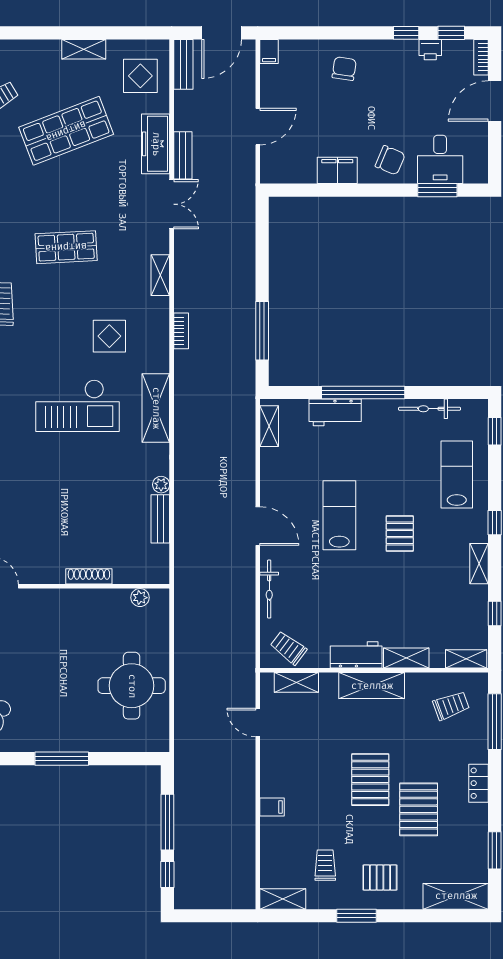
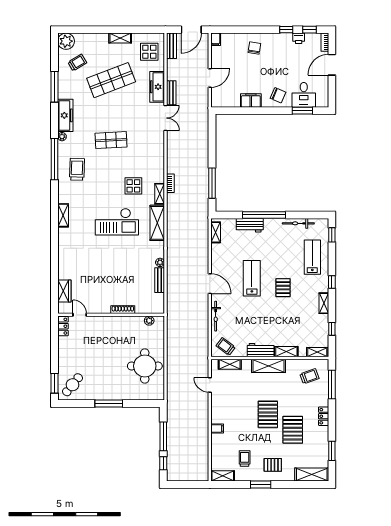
shelving: (160, 275) -> (160, 194), moved

